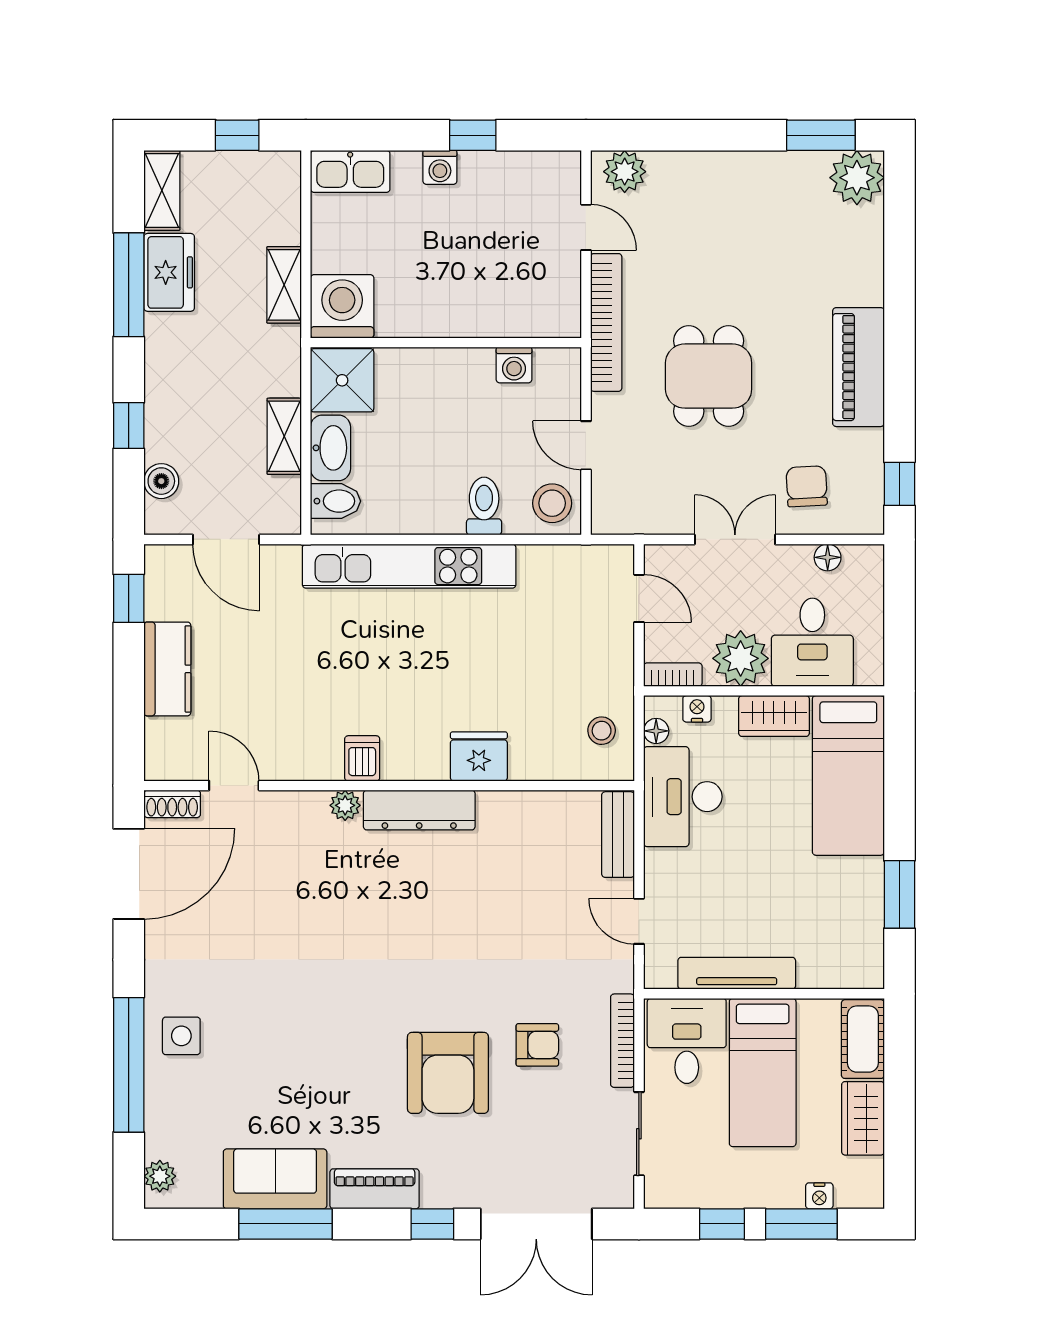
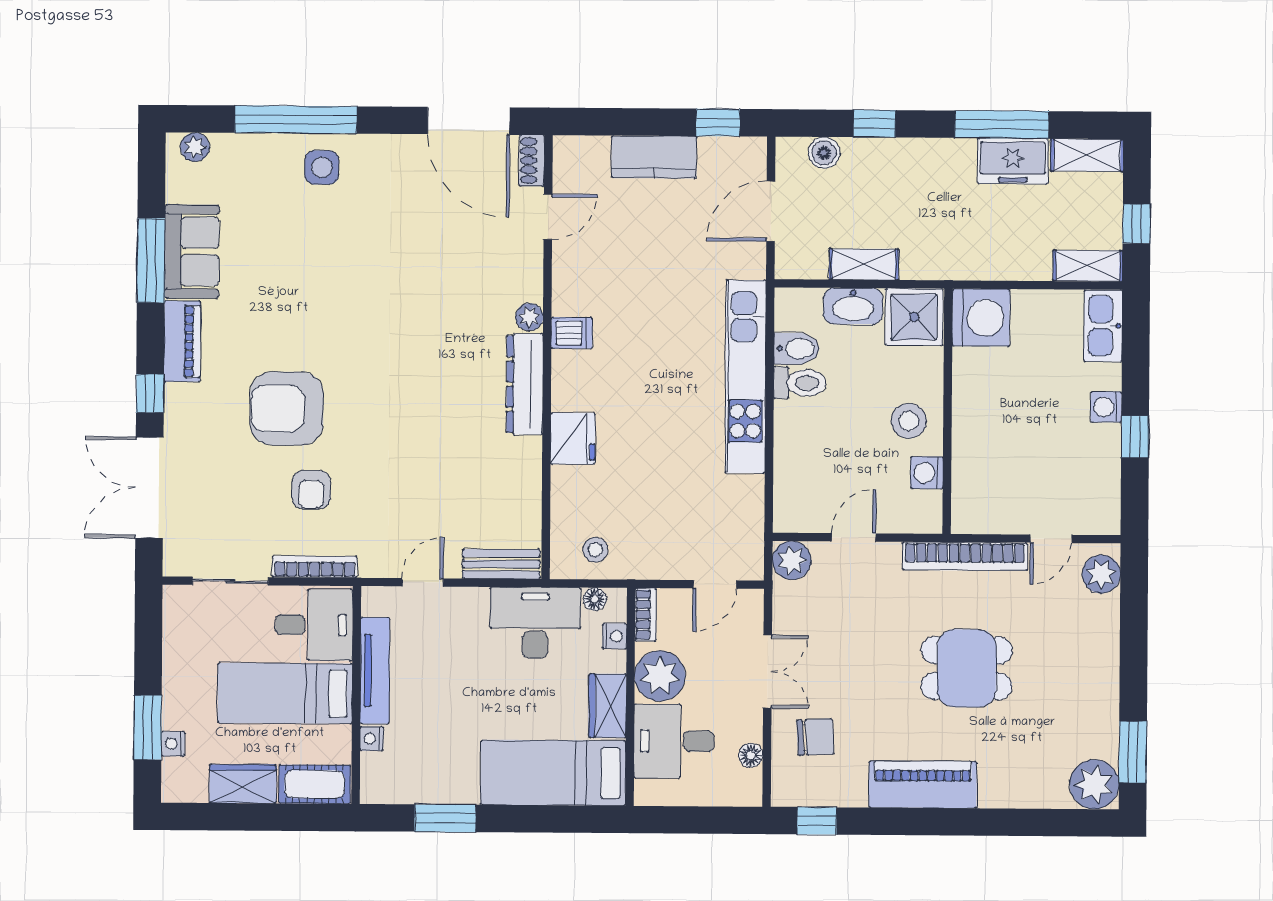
shelving: (284, 285) -> (1088, 266), moved
dining table: (709, 376) -> (967, 668), moved
bidet: (336, 501) -> (797, 348), moved, turned -90
stool: (552, 503) -> (909, 421), moved
toilet: (484, 506) -> (800, 383), moved
plant: (612, 514) -> (792, 560), added
nightstand: (812, 976) -> (372, 739), added
window: (722, 1224) -> (148, 656), removed

